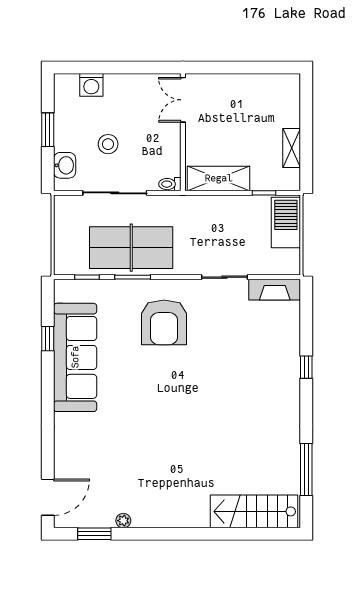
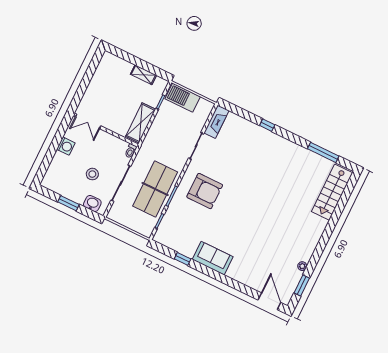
washing machine: (91, 85) -> (66, 146), moved
sofa: (75, 357) -> (213, 258), width x0.54, depth x0.79

